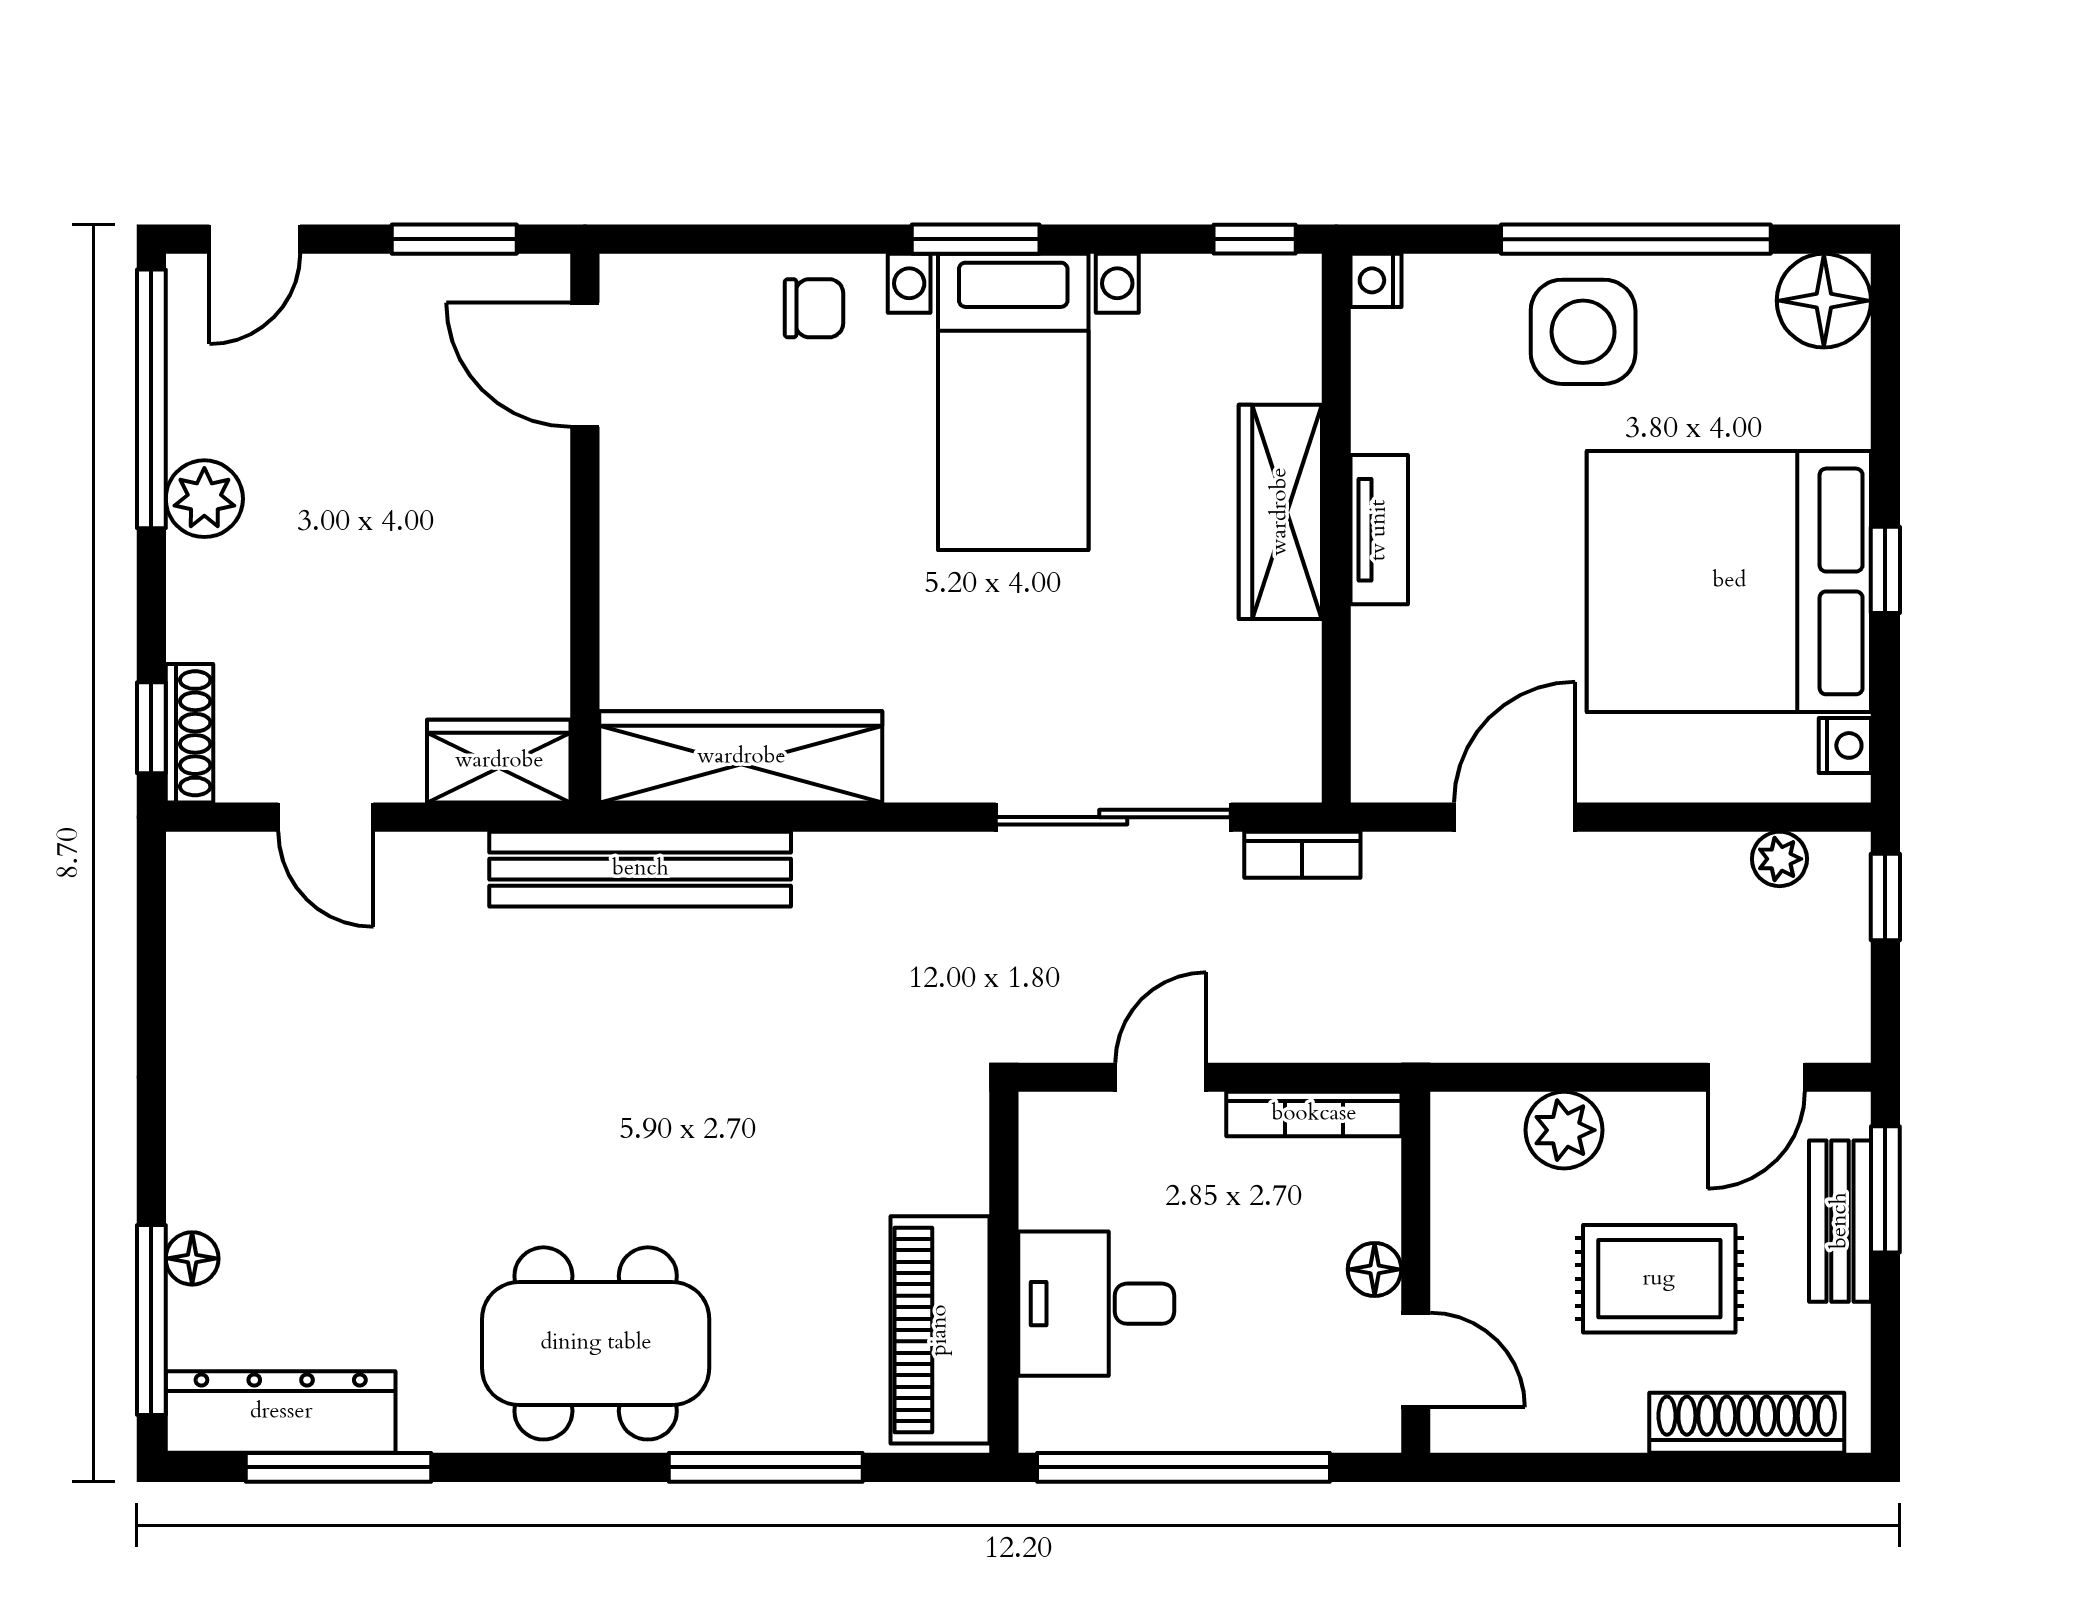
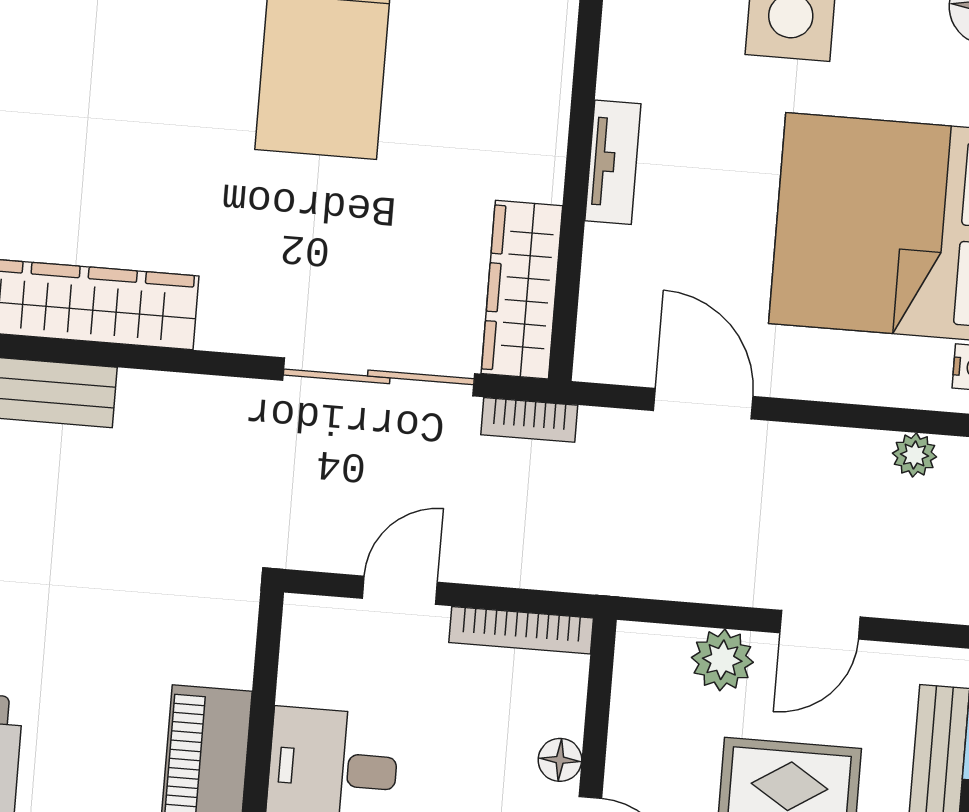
wardrobe: (1280, 512) -> (522, 290), moved
door: (1515, 817) -> (703, 404), hinge flipped
door: (1756, 1077) -> (820, 625), moved

